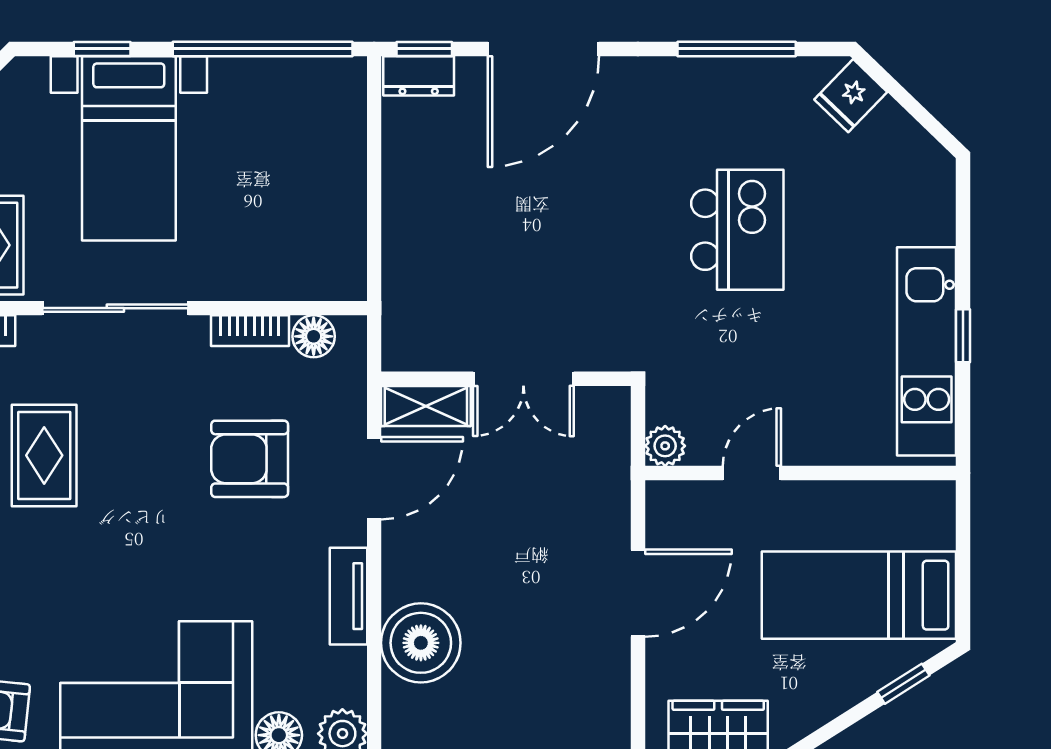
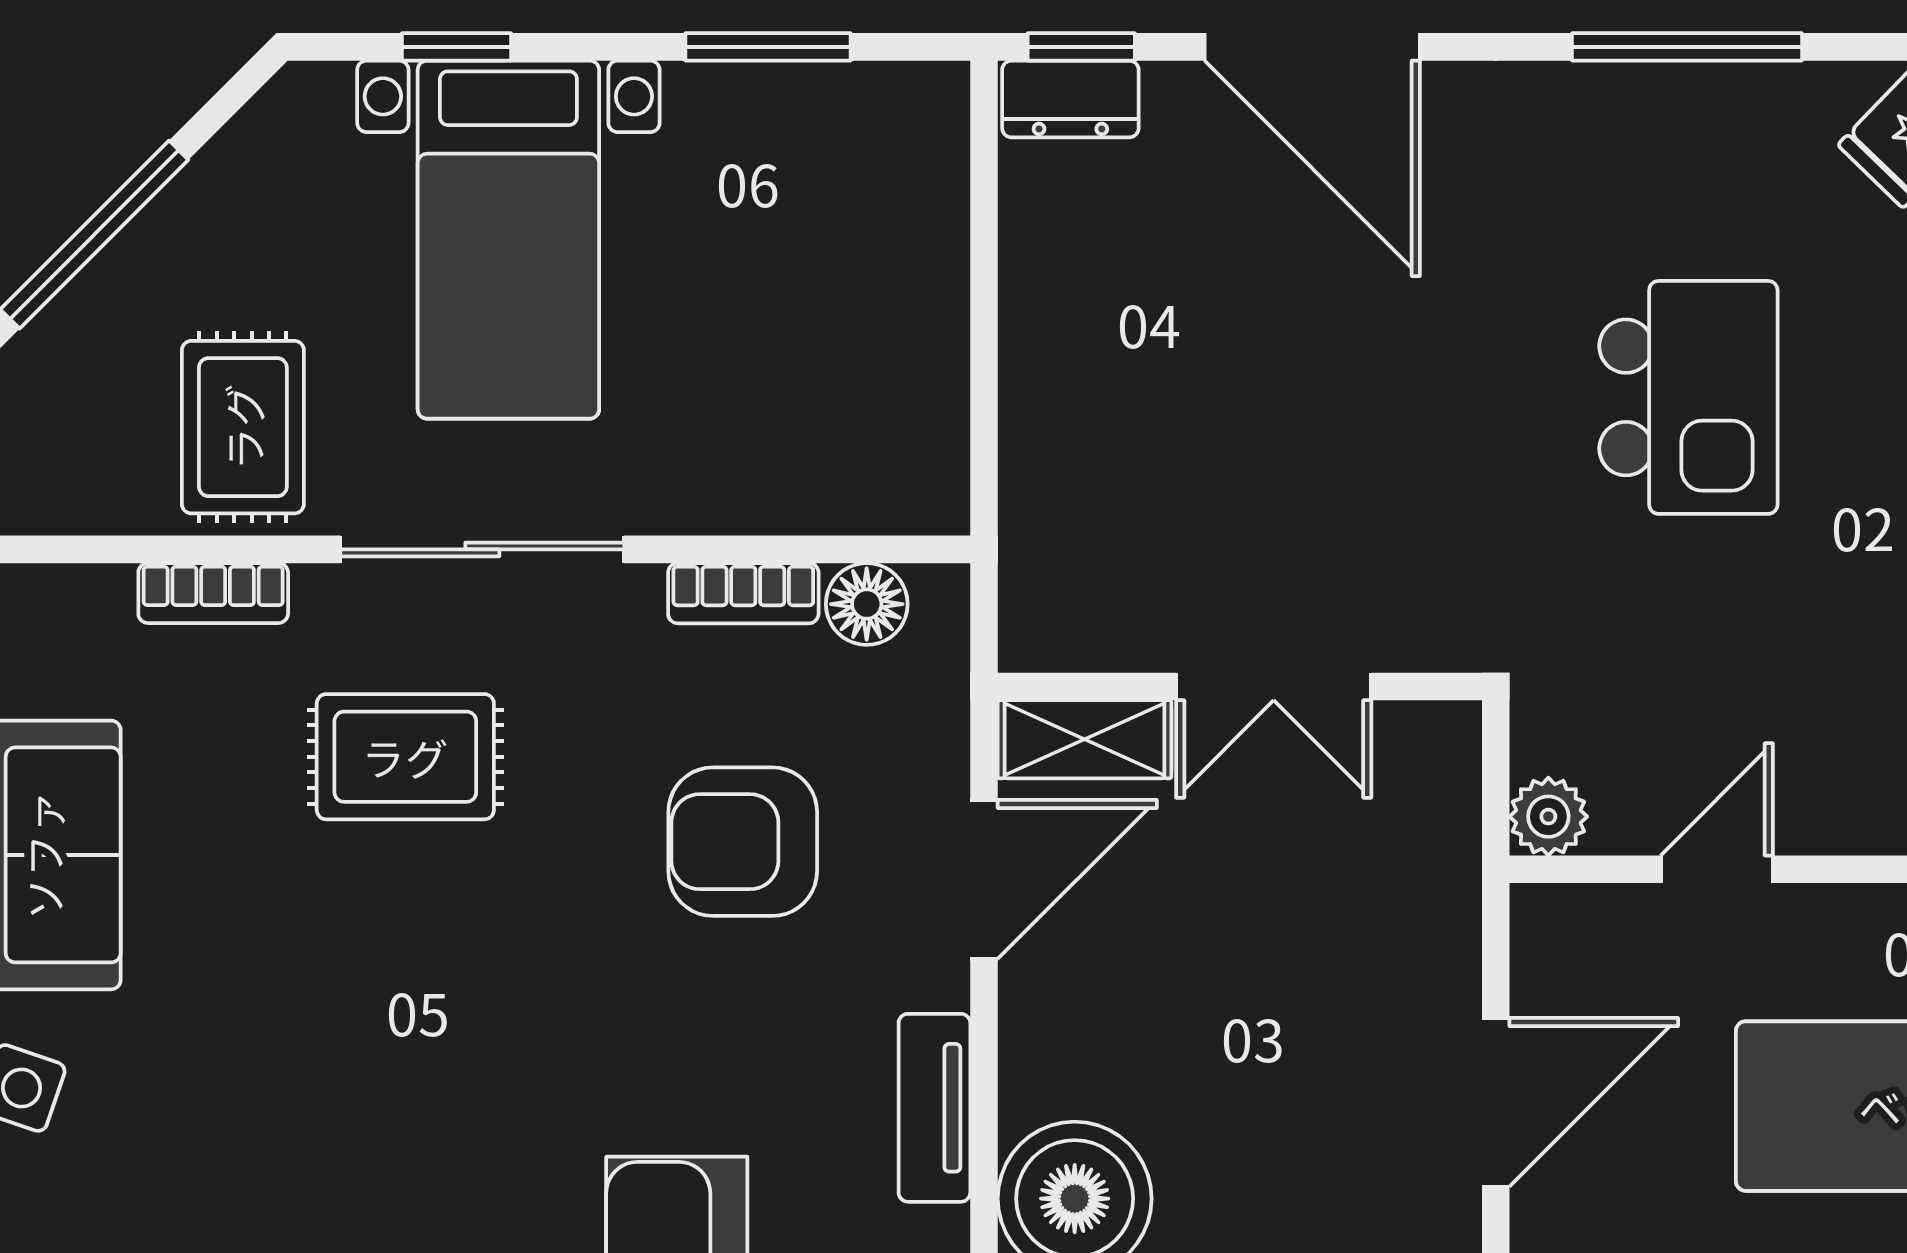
window: (263, 49) -> (768, 47), width x0.47
door: (543, 49) -> (1312, 47), hinge flipped
rug: (44, 455) -> (405, 757), moved, turned 90

